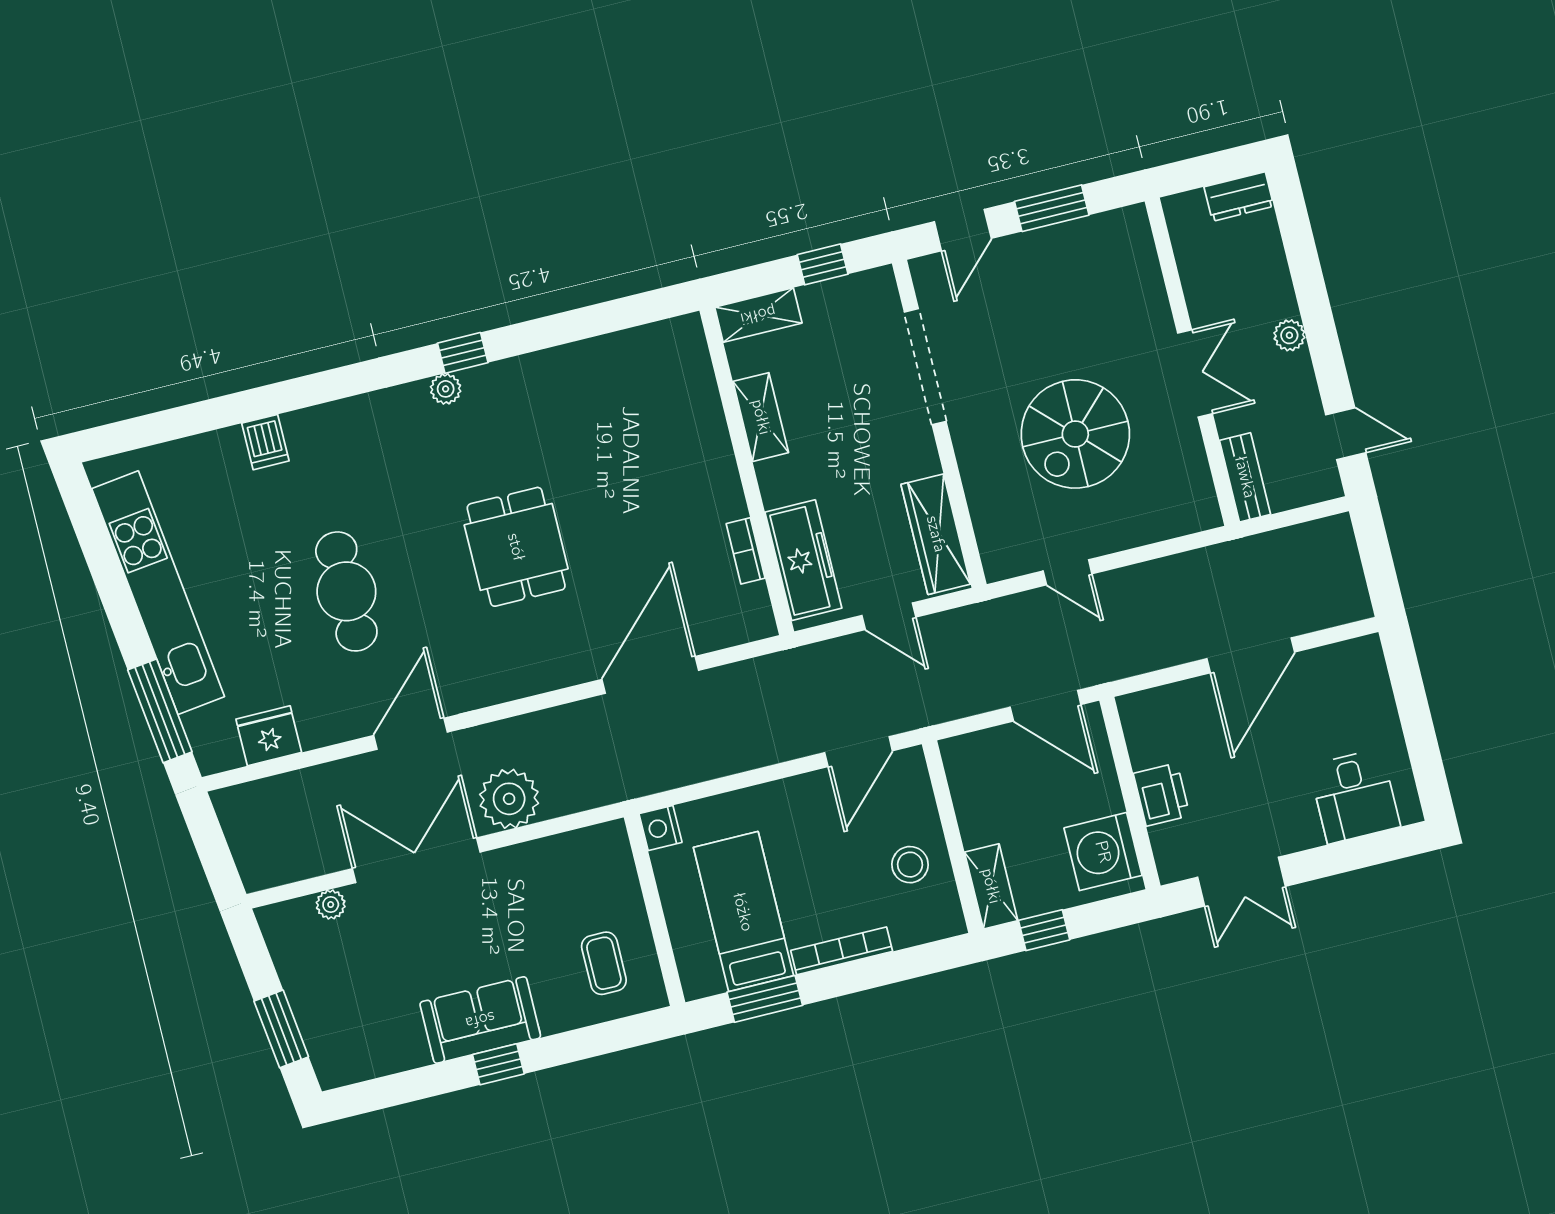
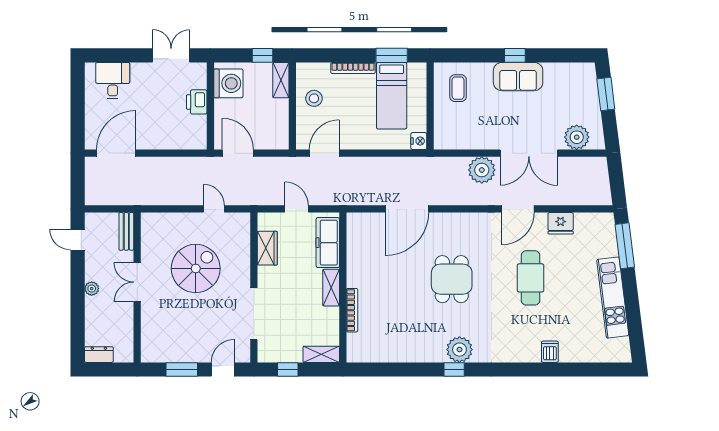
plant: (446, 389) -> (459, 350), width x1.87, depth x1.87
shelving: (761, 417) -> (331, 288), moved
wardrobe: (936, 534) -> (267, 248), width x0.67
bookcase: (746, 551) -> (352, 310), moved, width x1.56
kitchen unit: (158, 593) -> (613, 298), width x0.73
door: (1251, 655) -> (116, 153), moved
fridge: (269, 736) -> (561, 223), moved
plant: (331, 905) -> (577, 137), width x1.87, depth x1.87

